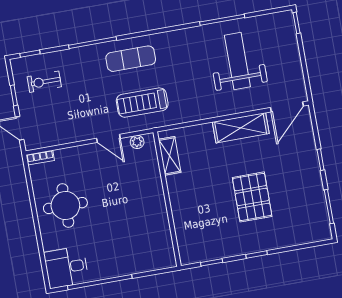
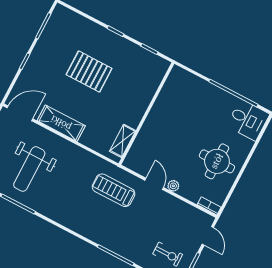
exercise mat: (131, 59) -> (99, 225), removed
treadmill: (142, 103) -> (114, 190), turned 180
plant: (137, 142) -> (173, 186), moved
pallet: (252, 197) -> (89, 71), turned 90

